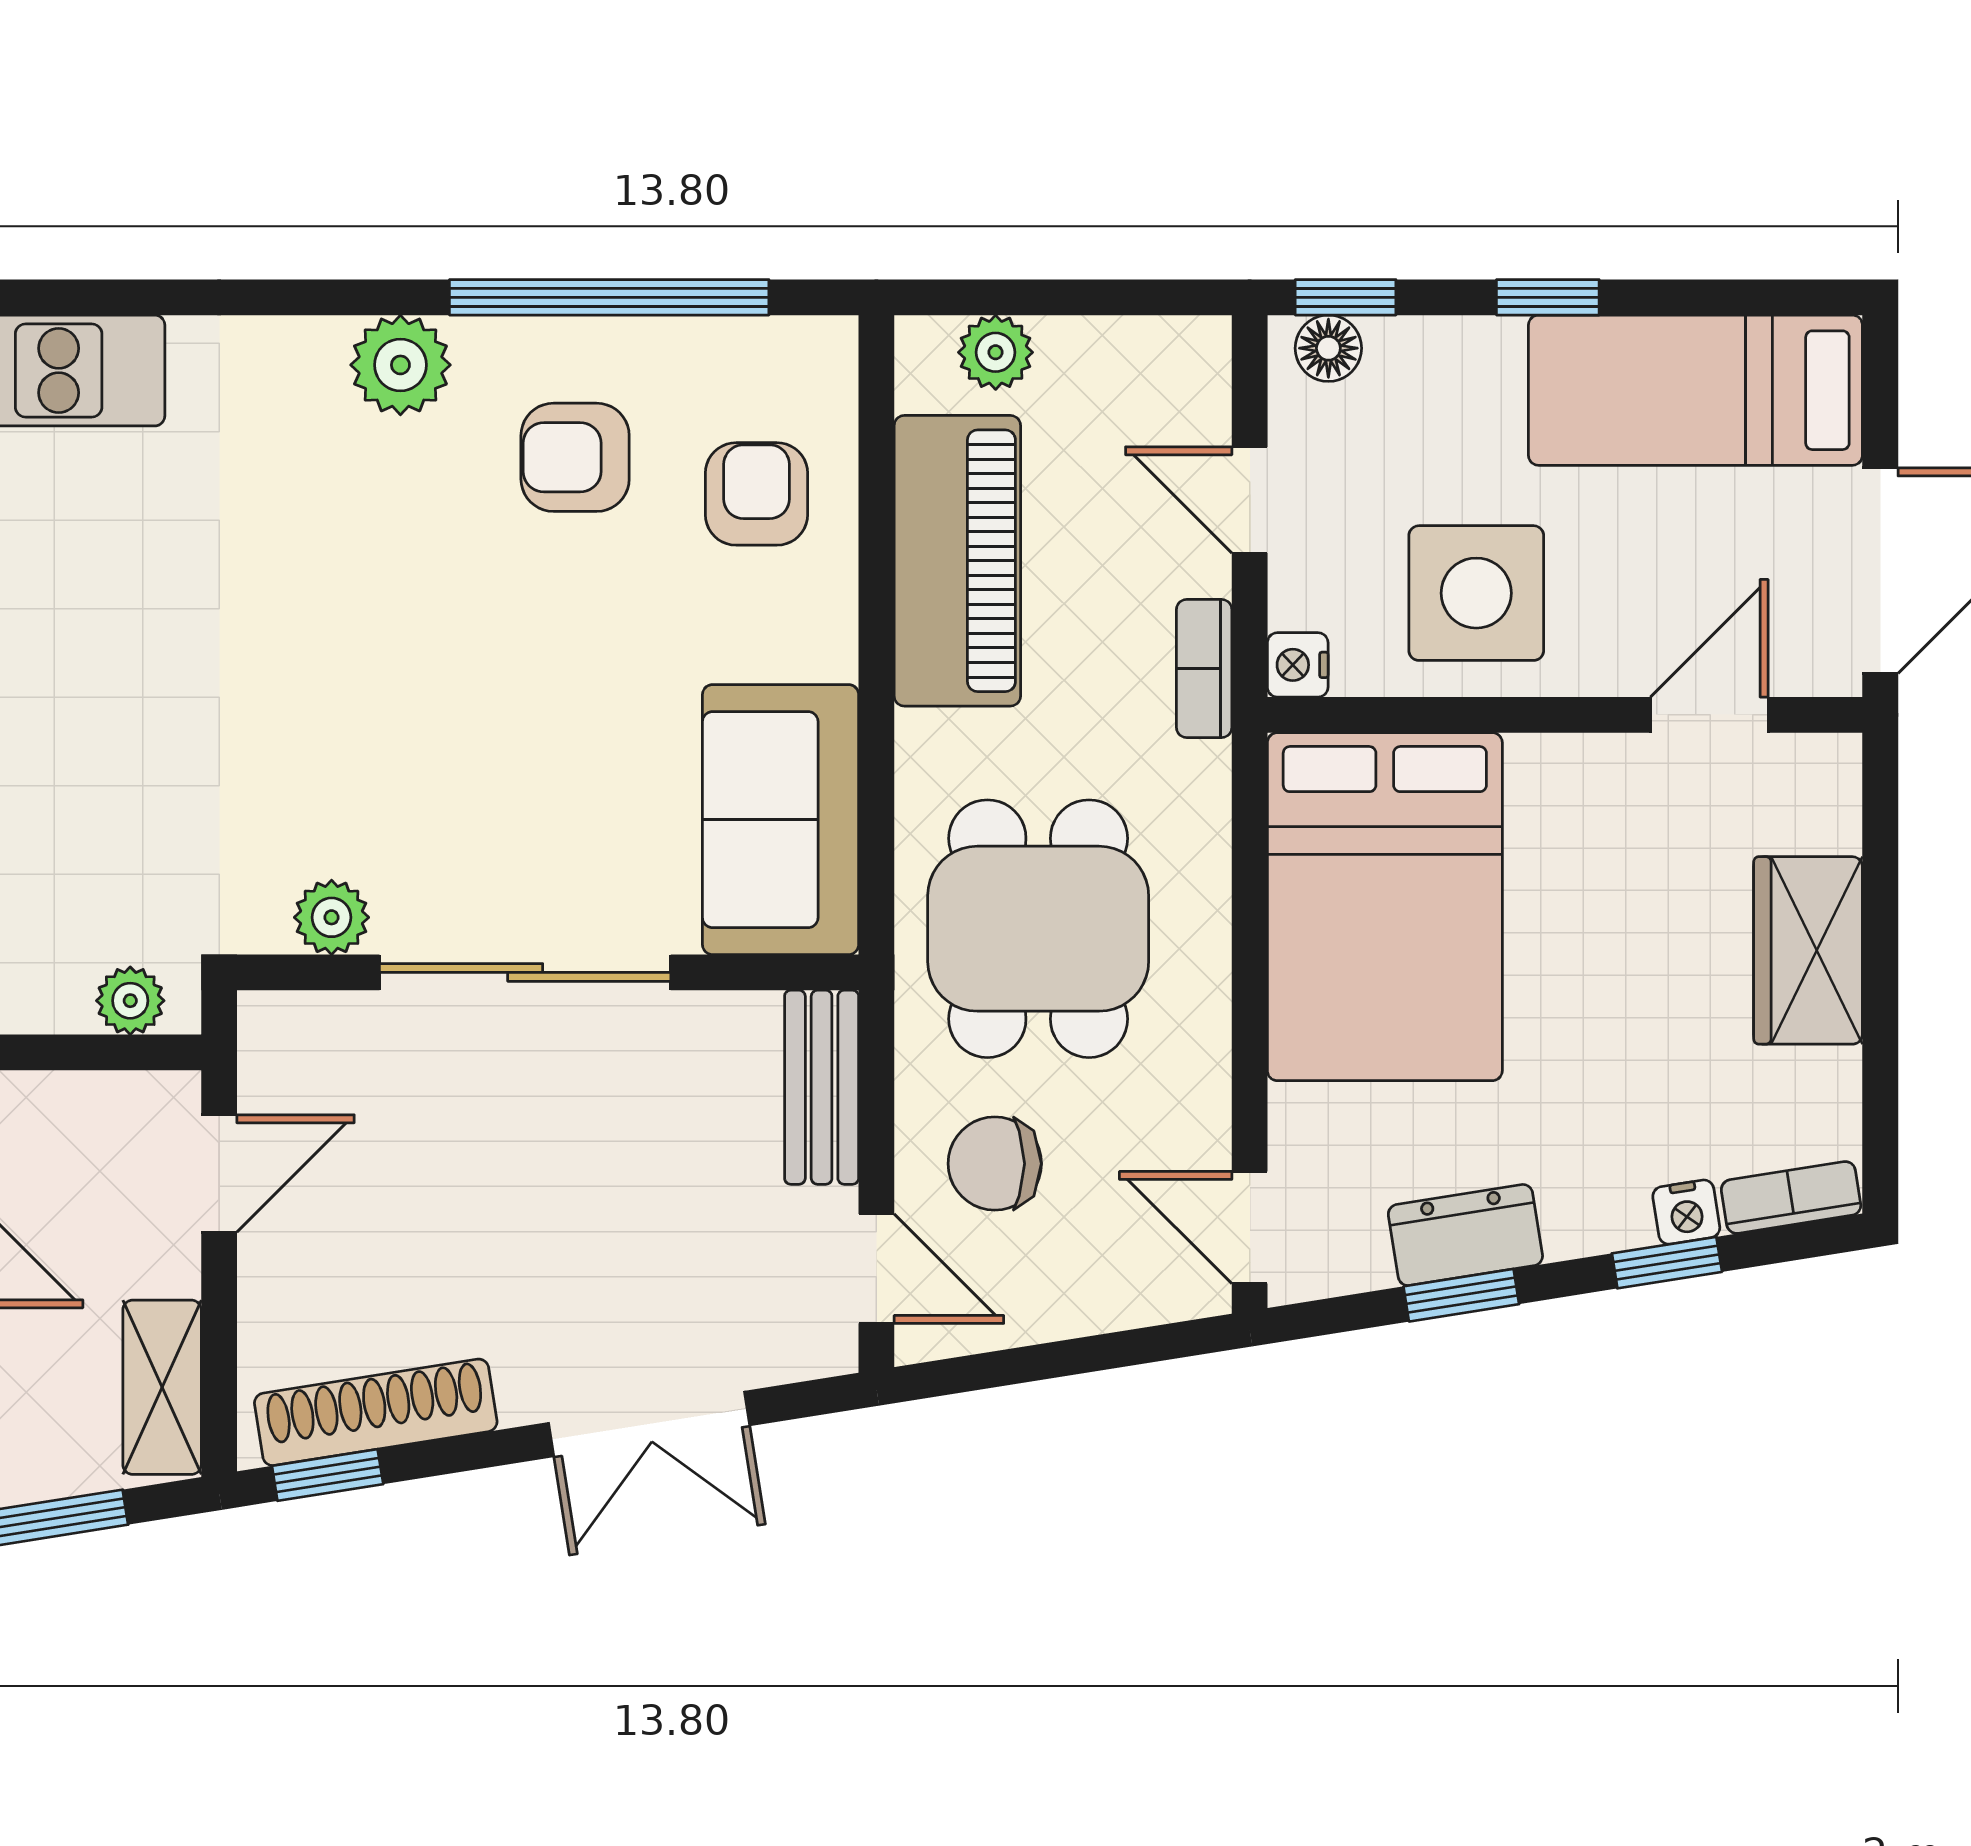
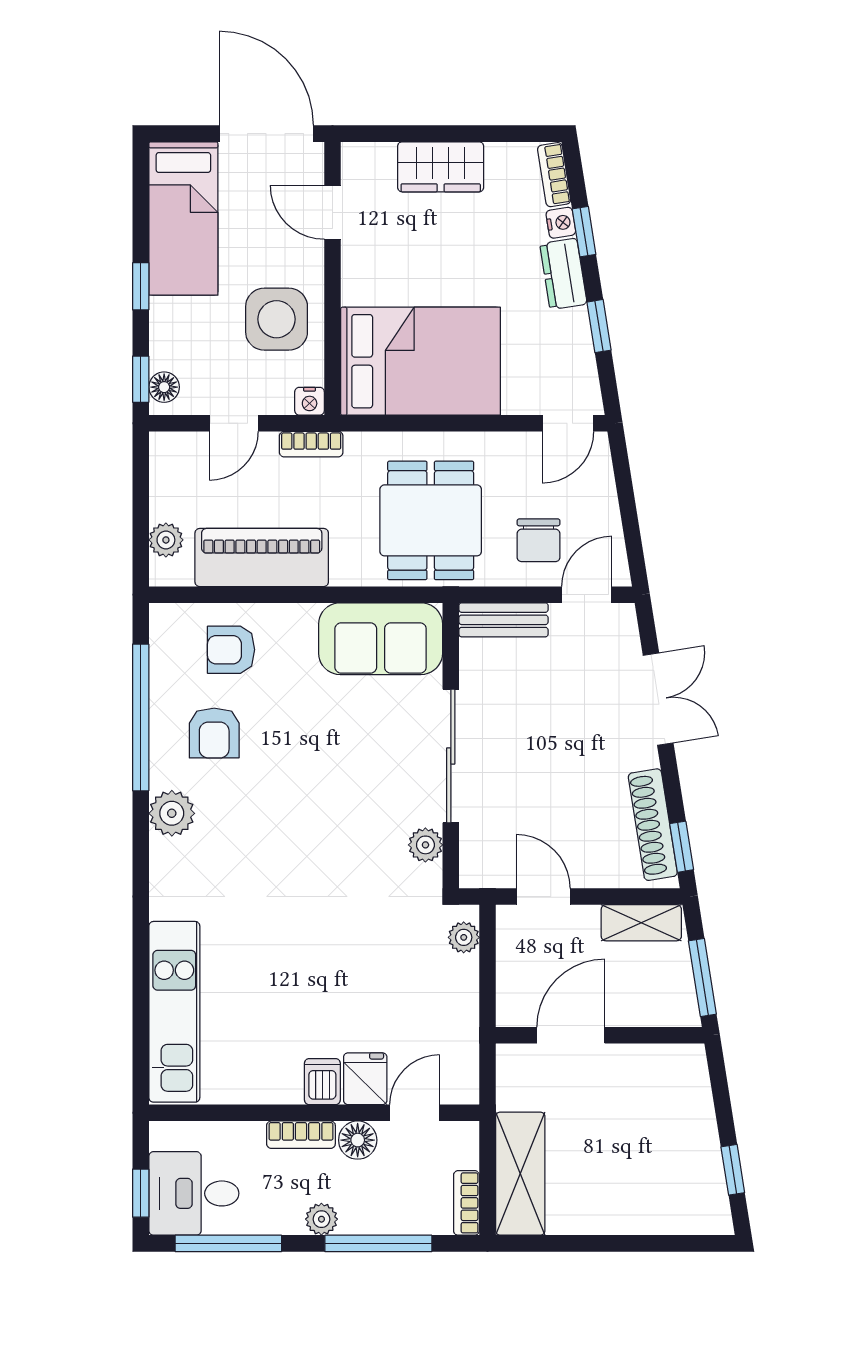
dining table: (1038, 929) -> (431, 520), turned 90
dresser: (1465, 1235) -> (563, 274), moved

